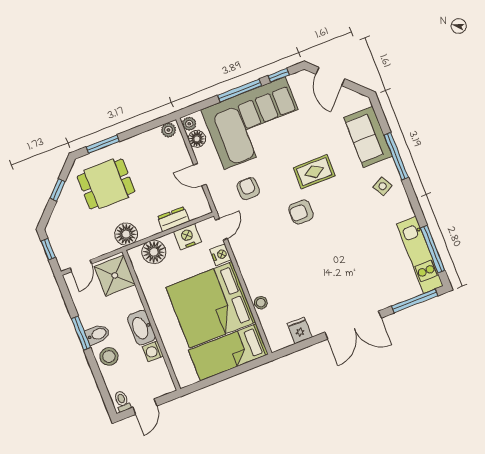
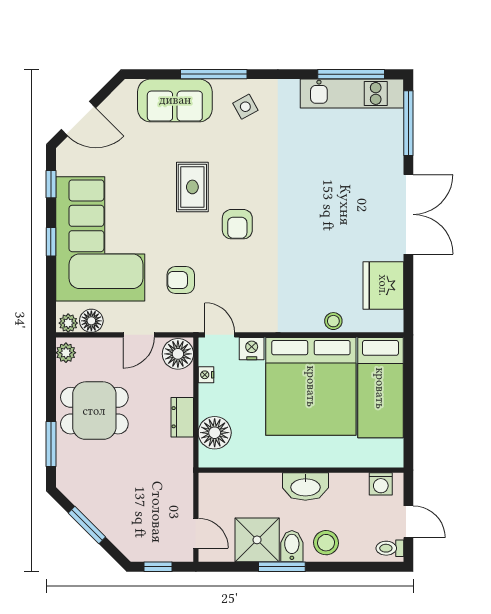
window: (240, 91) -> (51, 242), width x0.46
dining table: (106, 184) -> (94, 411), moved, turned 90
window: (58, 190) -> (87, 525), width x1.50
dresser: (173, 219) -> (182, 417), moved
floor lamp: (126, 234) -> (178, 354), moved
nightstand: (187, 237) -> (206, 375), width x0.53, depth x0.56
shower: (115, 275) -> (257, 540), moved
fridge: (300, 330) -> (383, 285), width x1.88, depth x1.34
washing machine: (153, 351) -> (381, 484), moved

